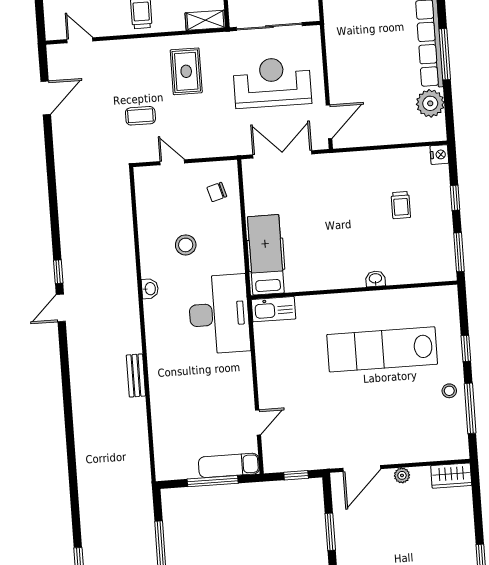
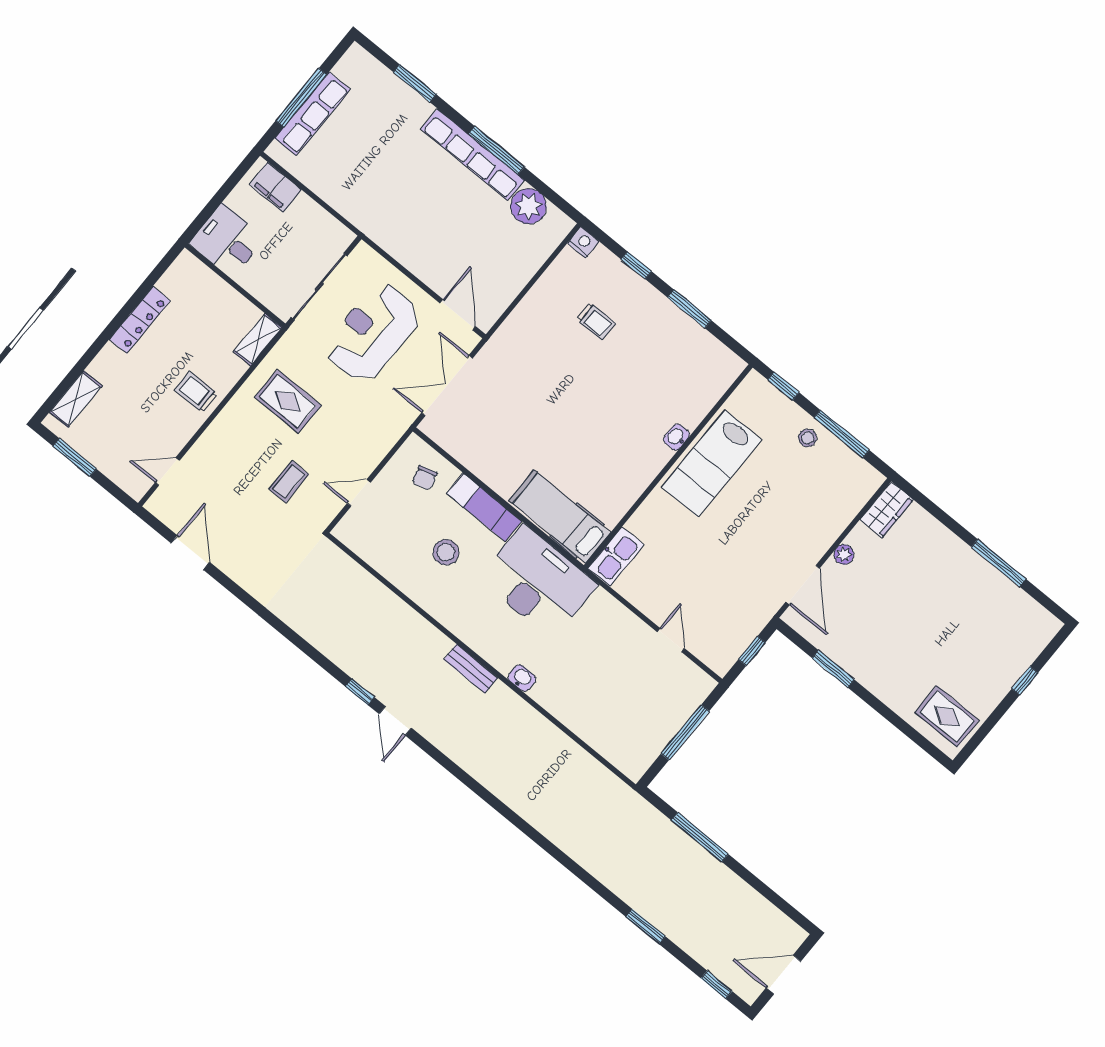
hospital bed: (266, 255) -> (560, 516), moved
washbasin: (375, 279) -> (676, 437), moved
washbasin: (150, 289) -> (522, 678), moved
wall: (354, 290) -> (668, 466), moved
kitchen sink: (273, 309) -> (616, 557), moved
lab bench: (382, 349) -> (711, 463), width x0.73
bench: (136, 376) -> (471, 669), moved
exam couch: (229, 465) -> (484, 507), moved, turned -90

